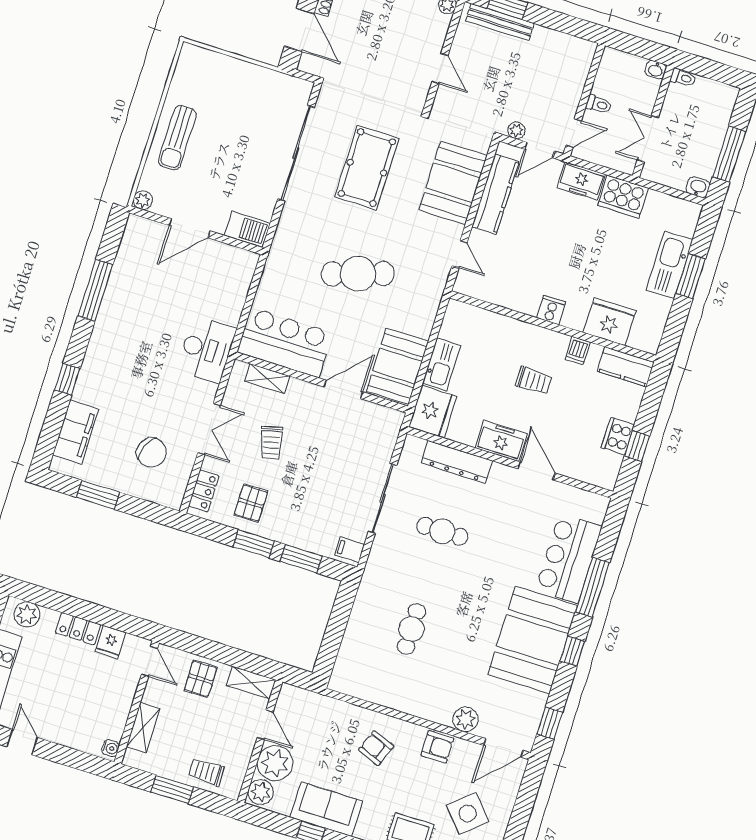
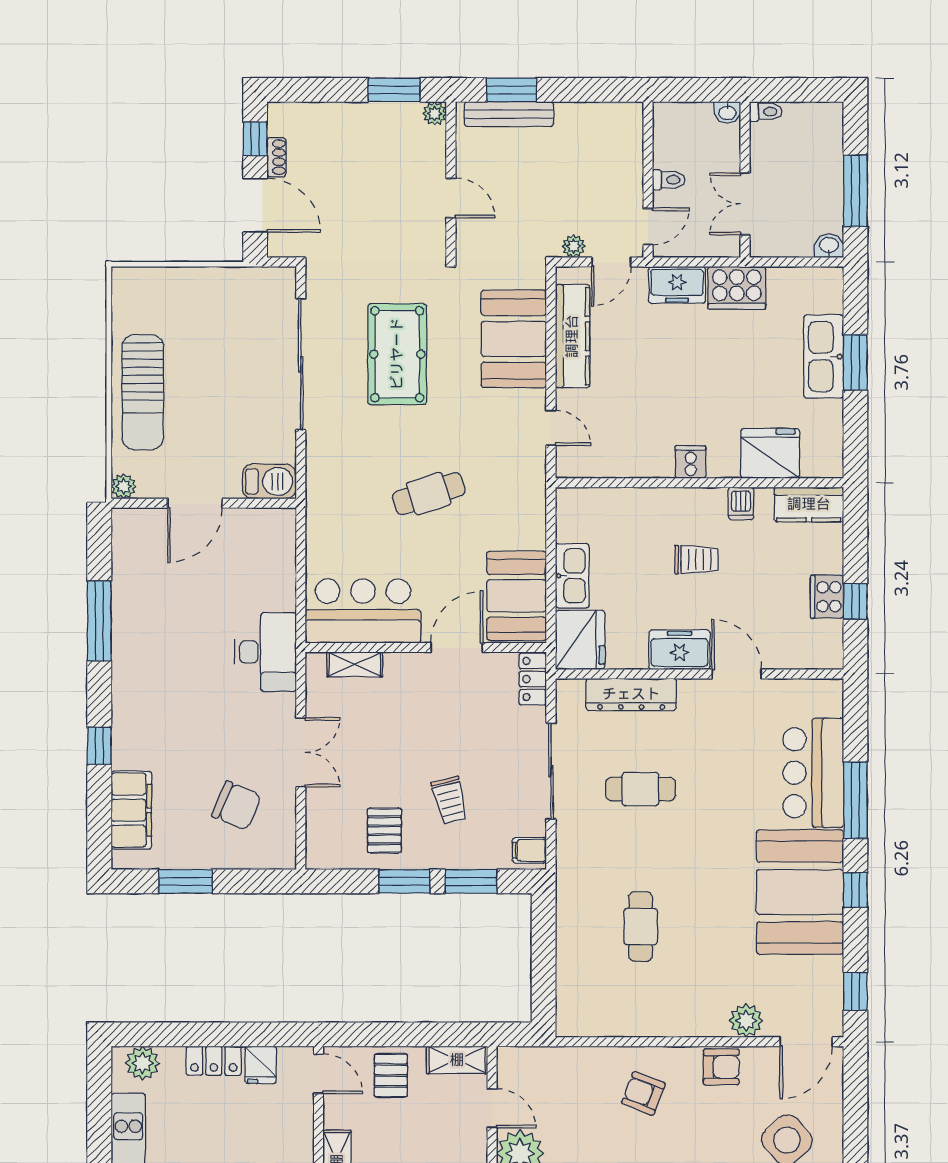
sun lounger: (177, 138) -> (143, 392), width x1.36, depth x1.34
cafe table: (358, 274) -> (429, 494), width x0.73, depth x0.74
trolley: (271, 443) -> (450, 800), moved
locker: (204, 491) -> (533, 679), moved, turned 180

